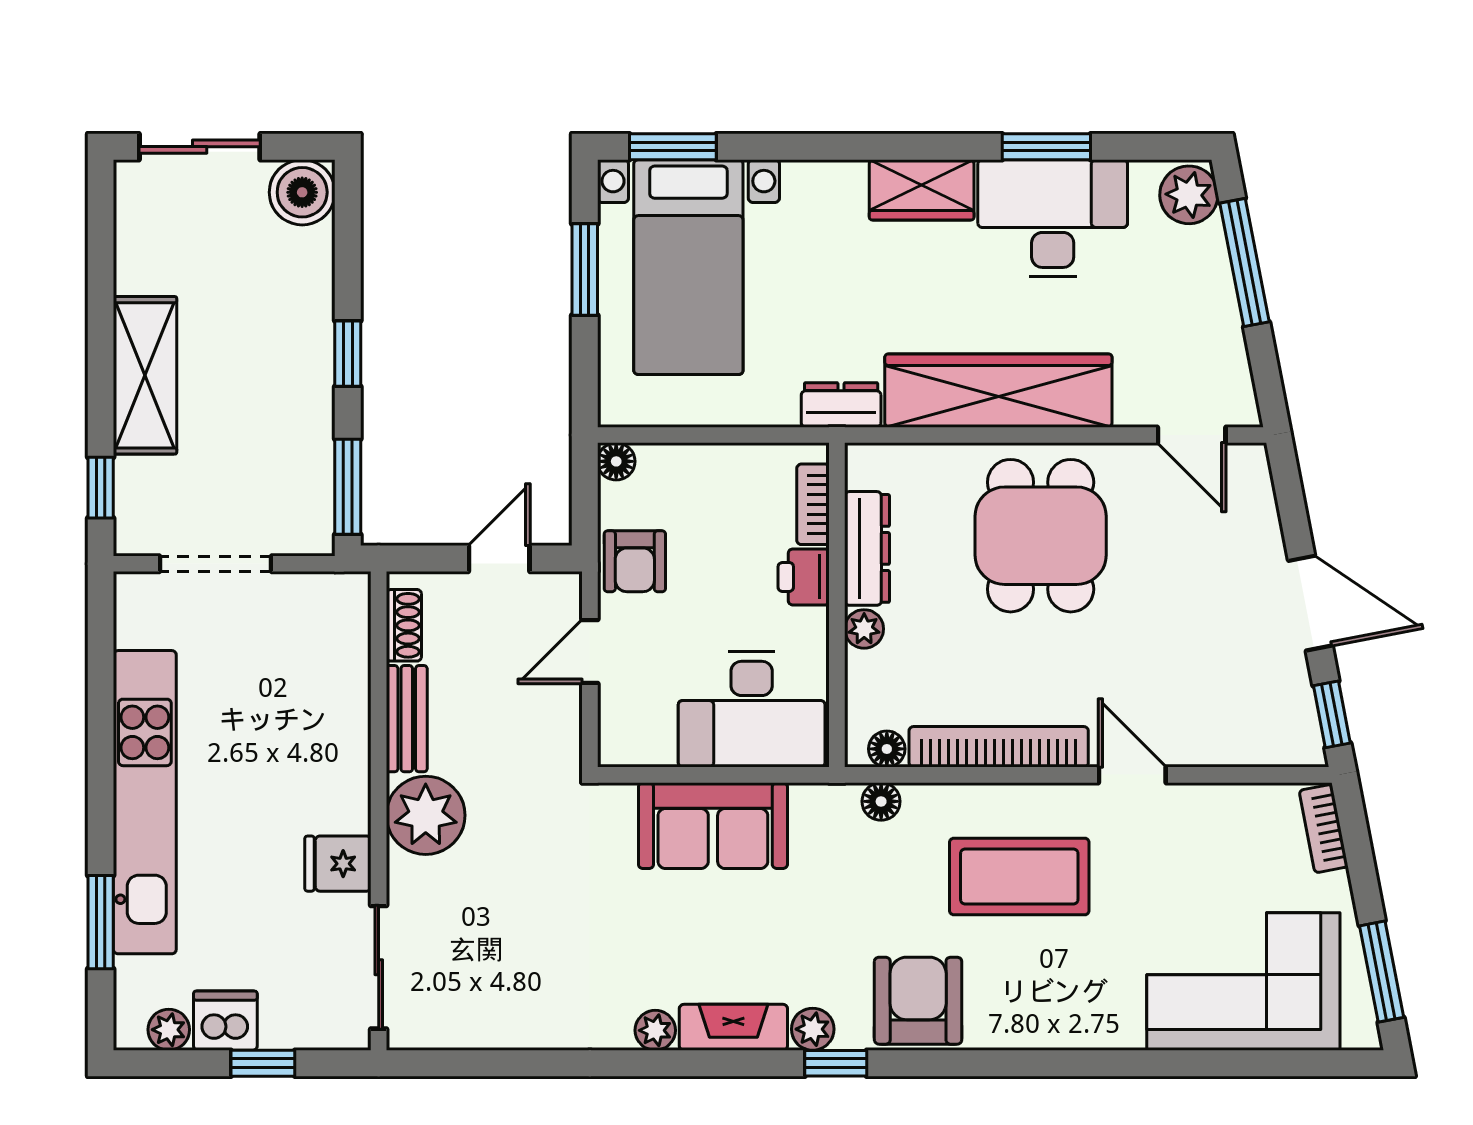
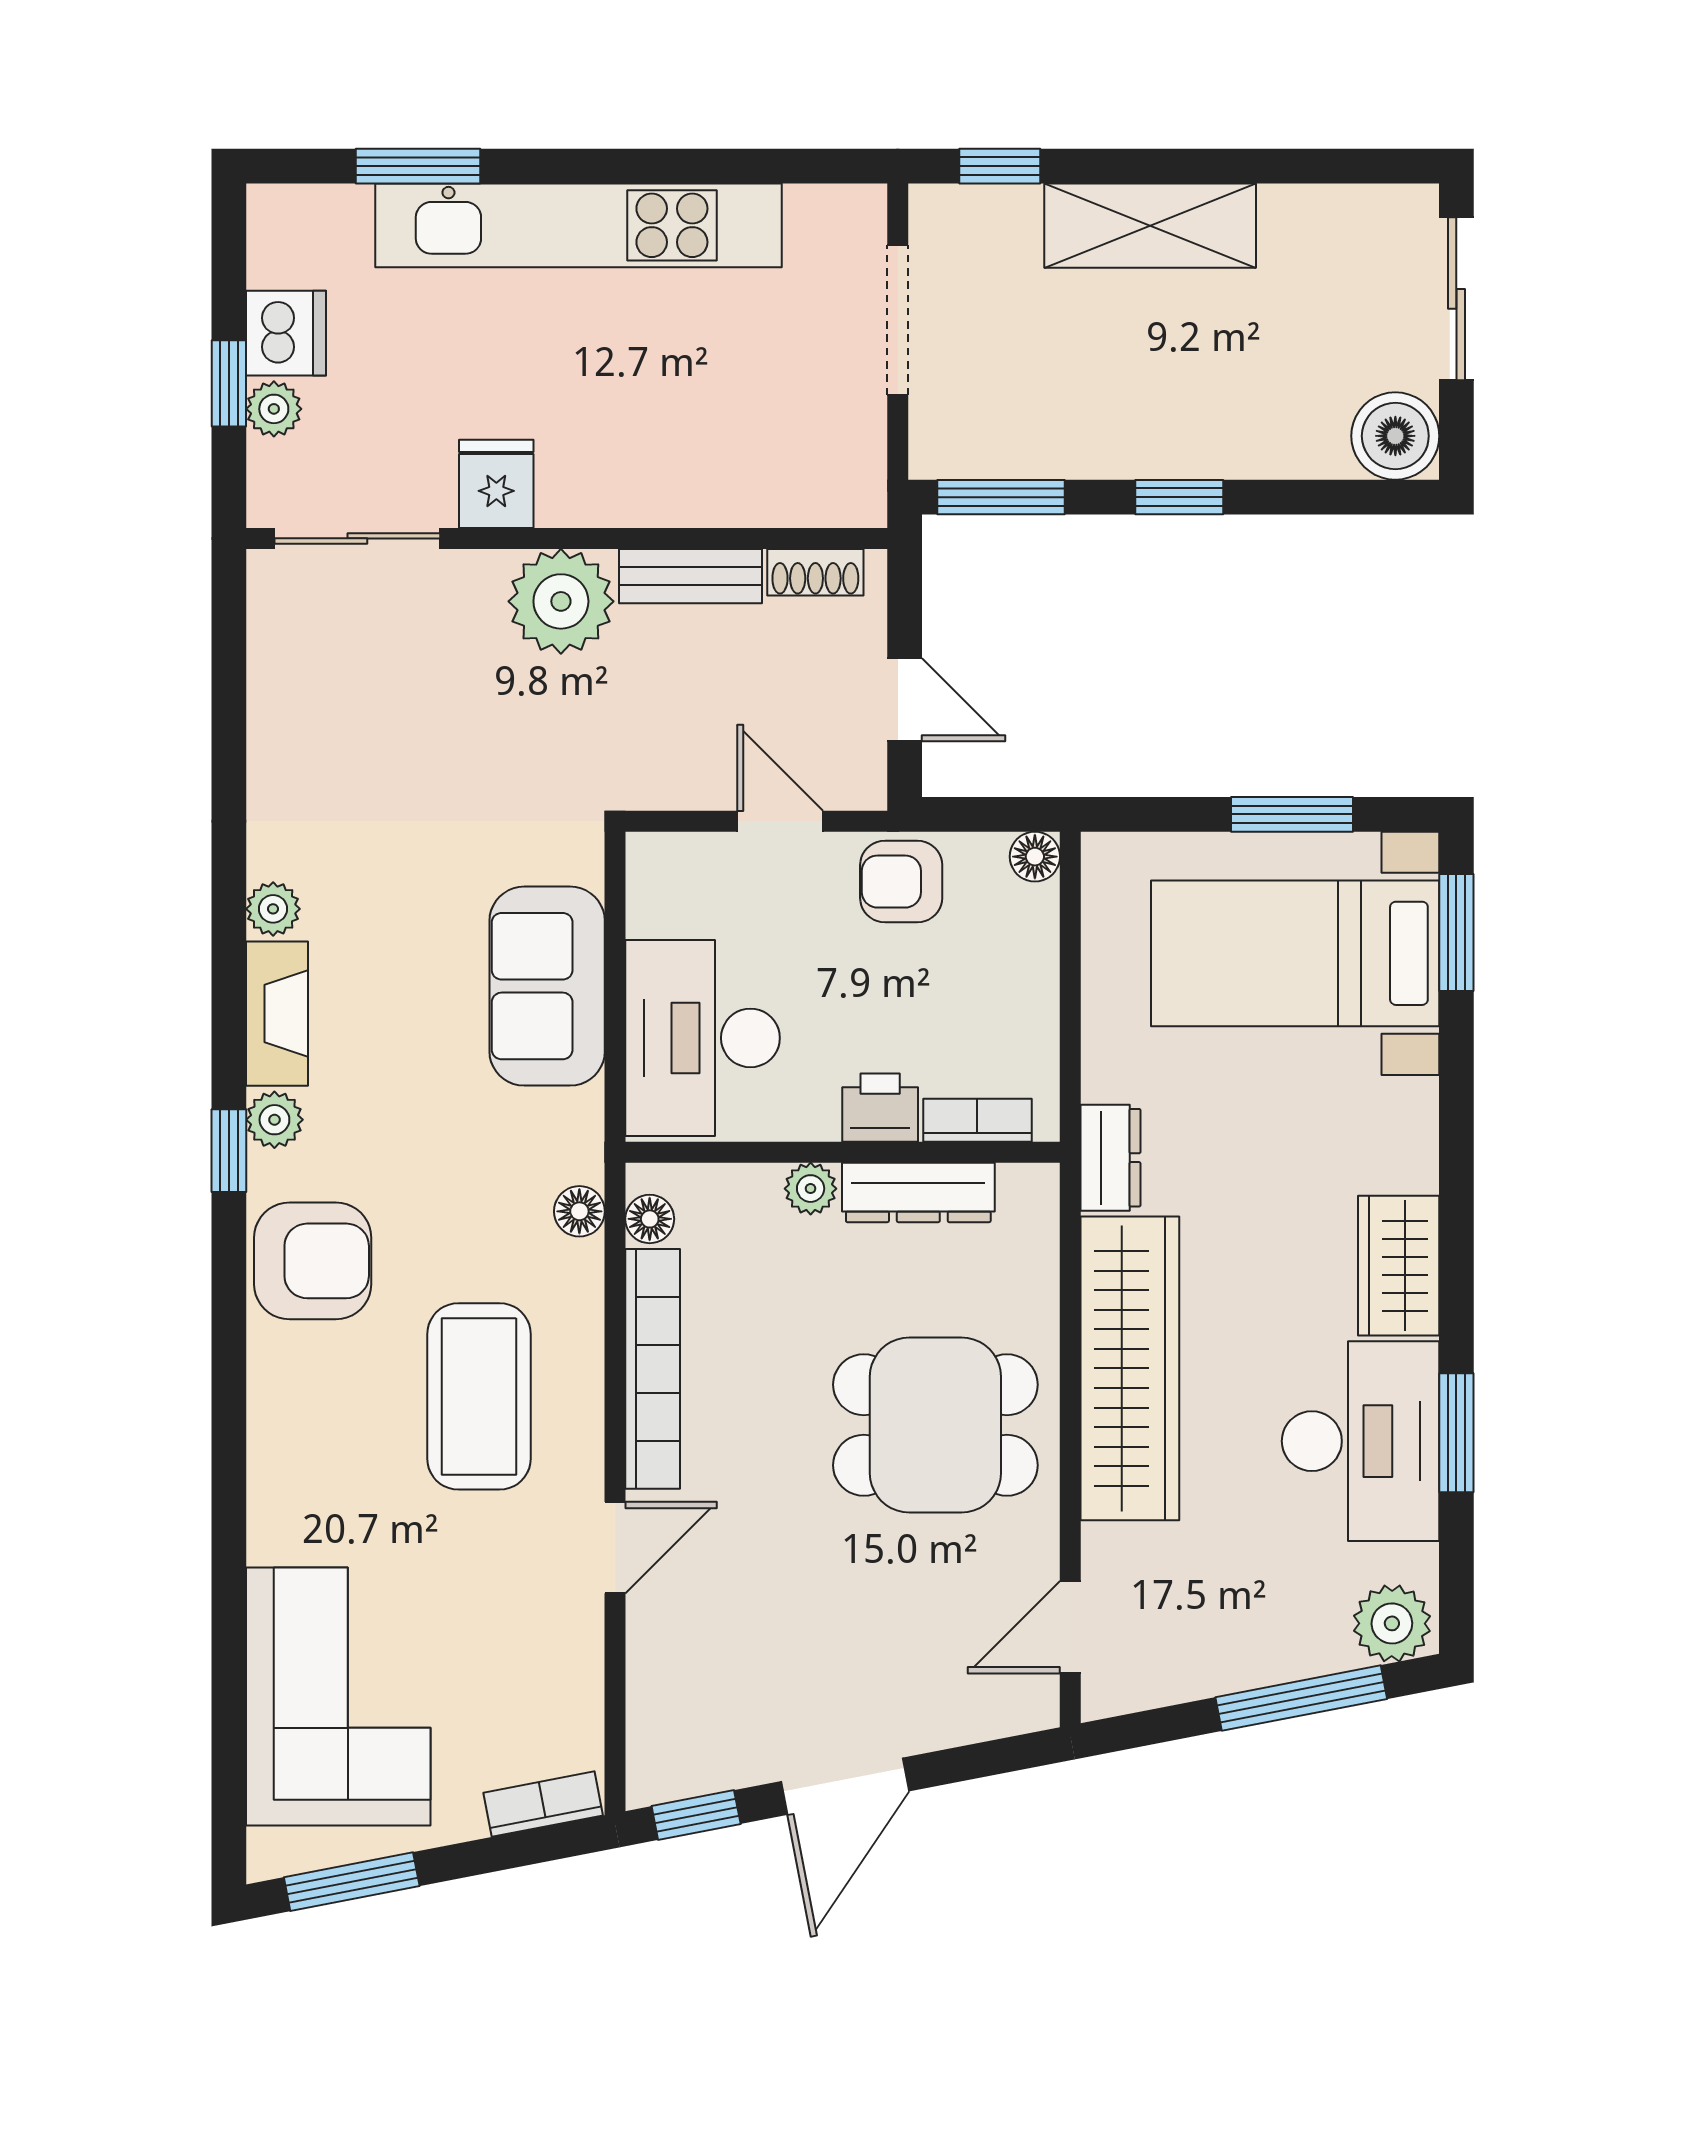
plant: (169, 1030) -> (274, 409), moved

